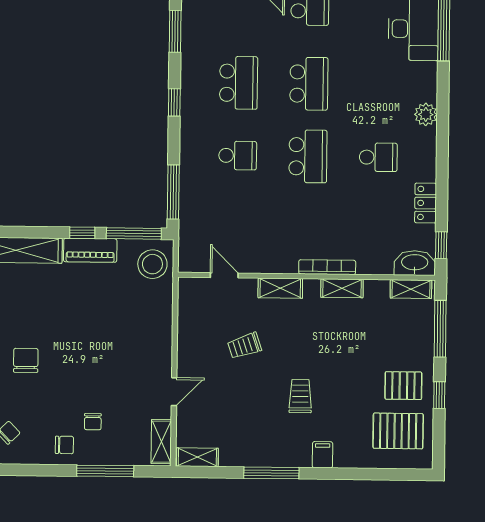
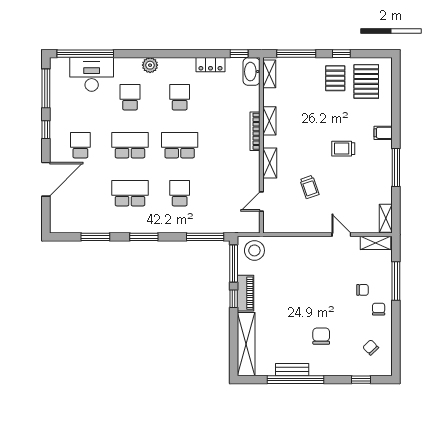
school desk: (379, 85) -> (130, 97), added
window: (174, 102) -> (144, 237), width x1.50
chair: (26, 360) -> (321, 336), turned 90

